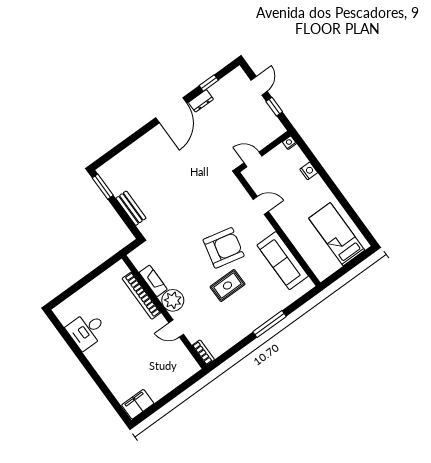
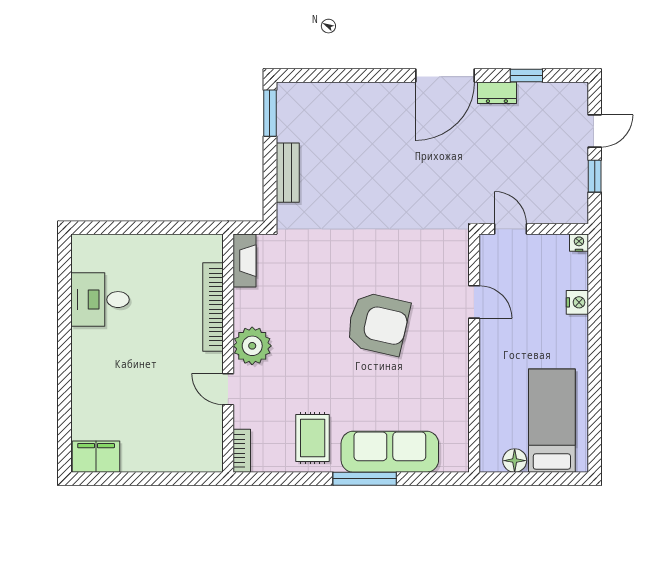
sofa: (283, 261) -> (390, 452), moved, turned 90
floor lamp: (333, 265) -> (515, 461), added
fireplace: (153, 281) -> (245, 261), moved
rug: (228, 286) -> (313, 438), moved, turned 90

